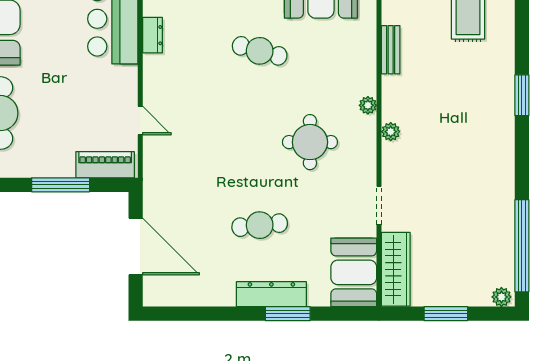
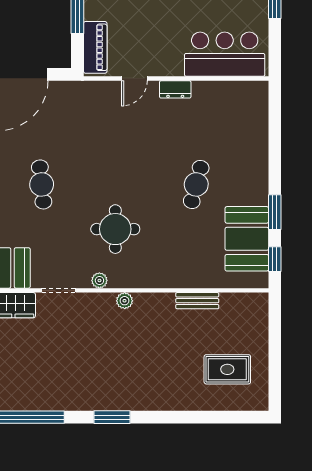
dresser: (153, 35) -> (175, 89), moved
window: (522, 95) -> (112, 417), moved
plant: (368, 105) -> (99, 280), moved

